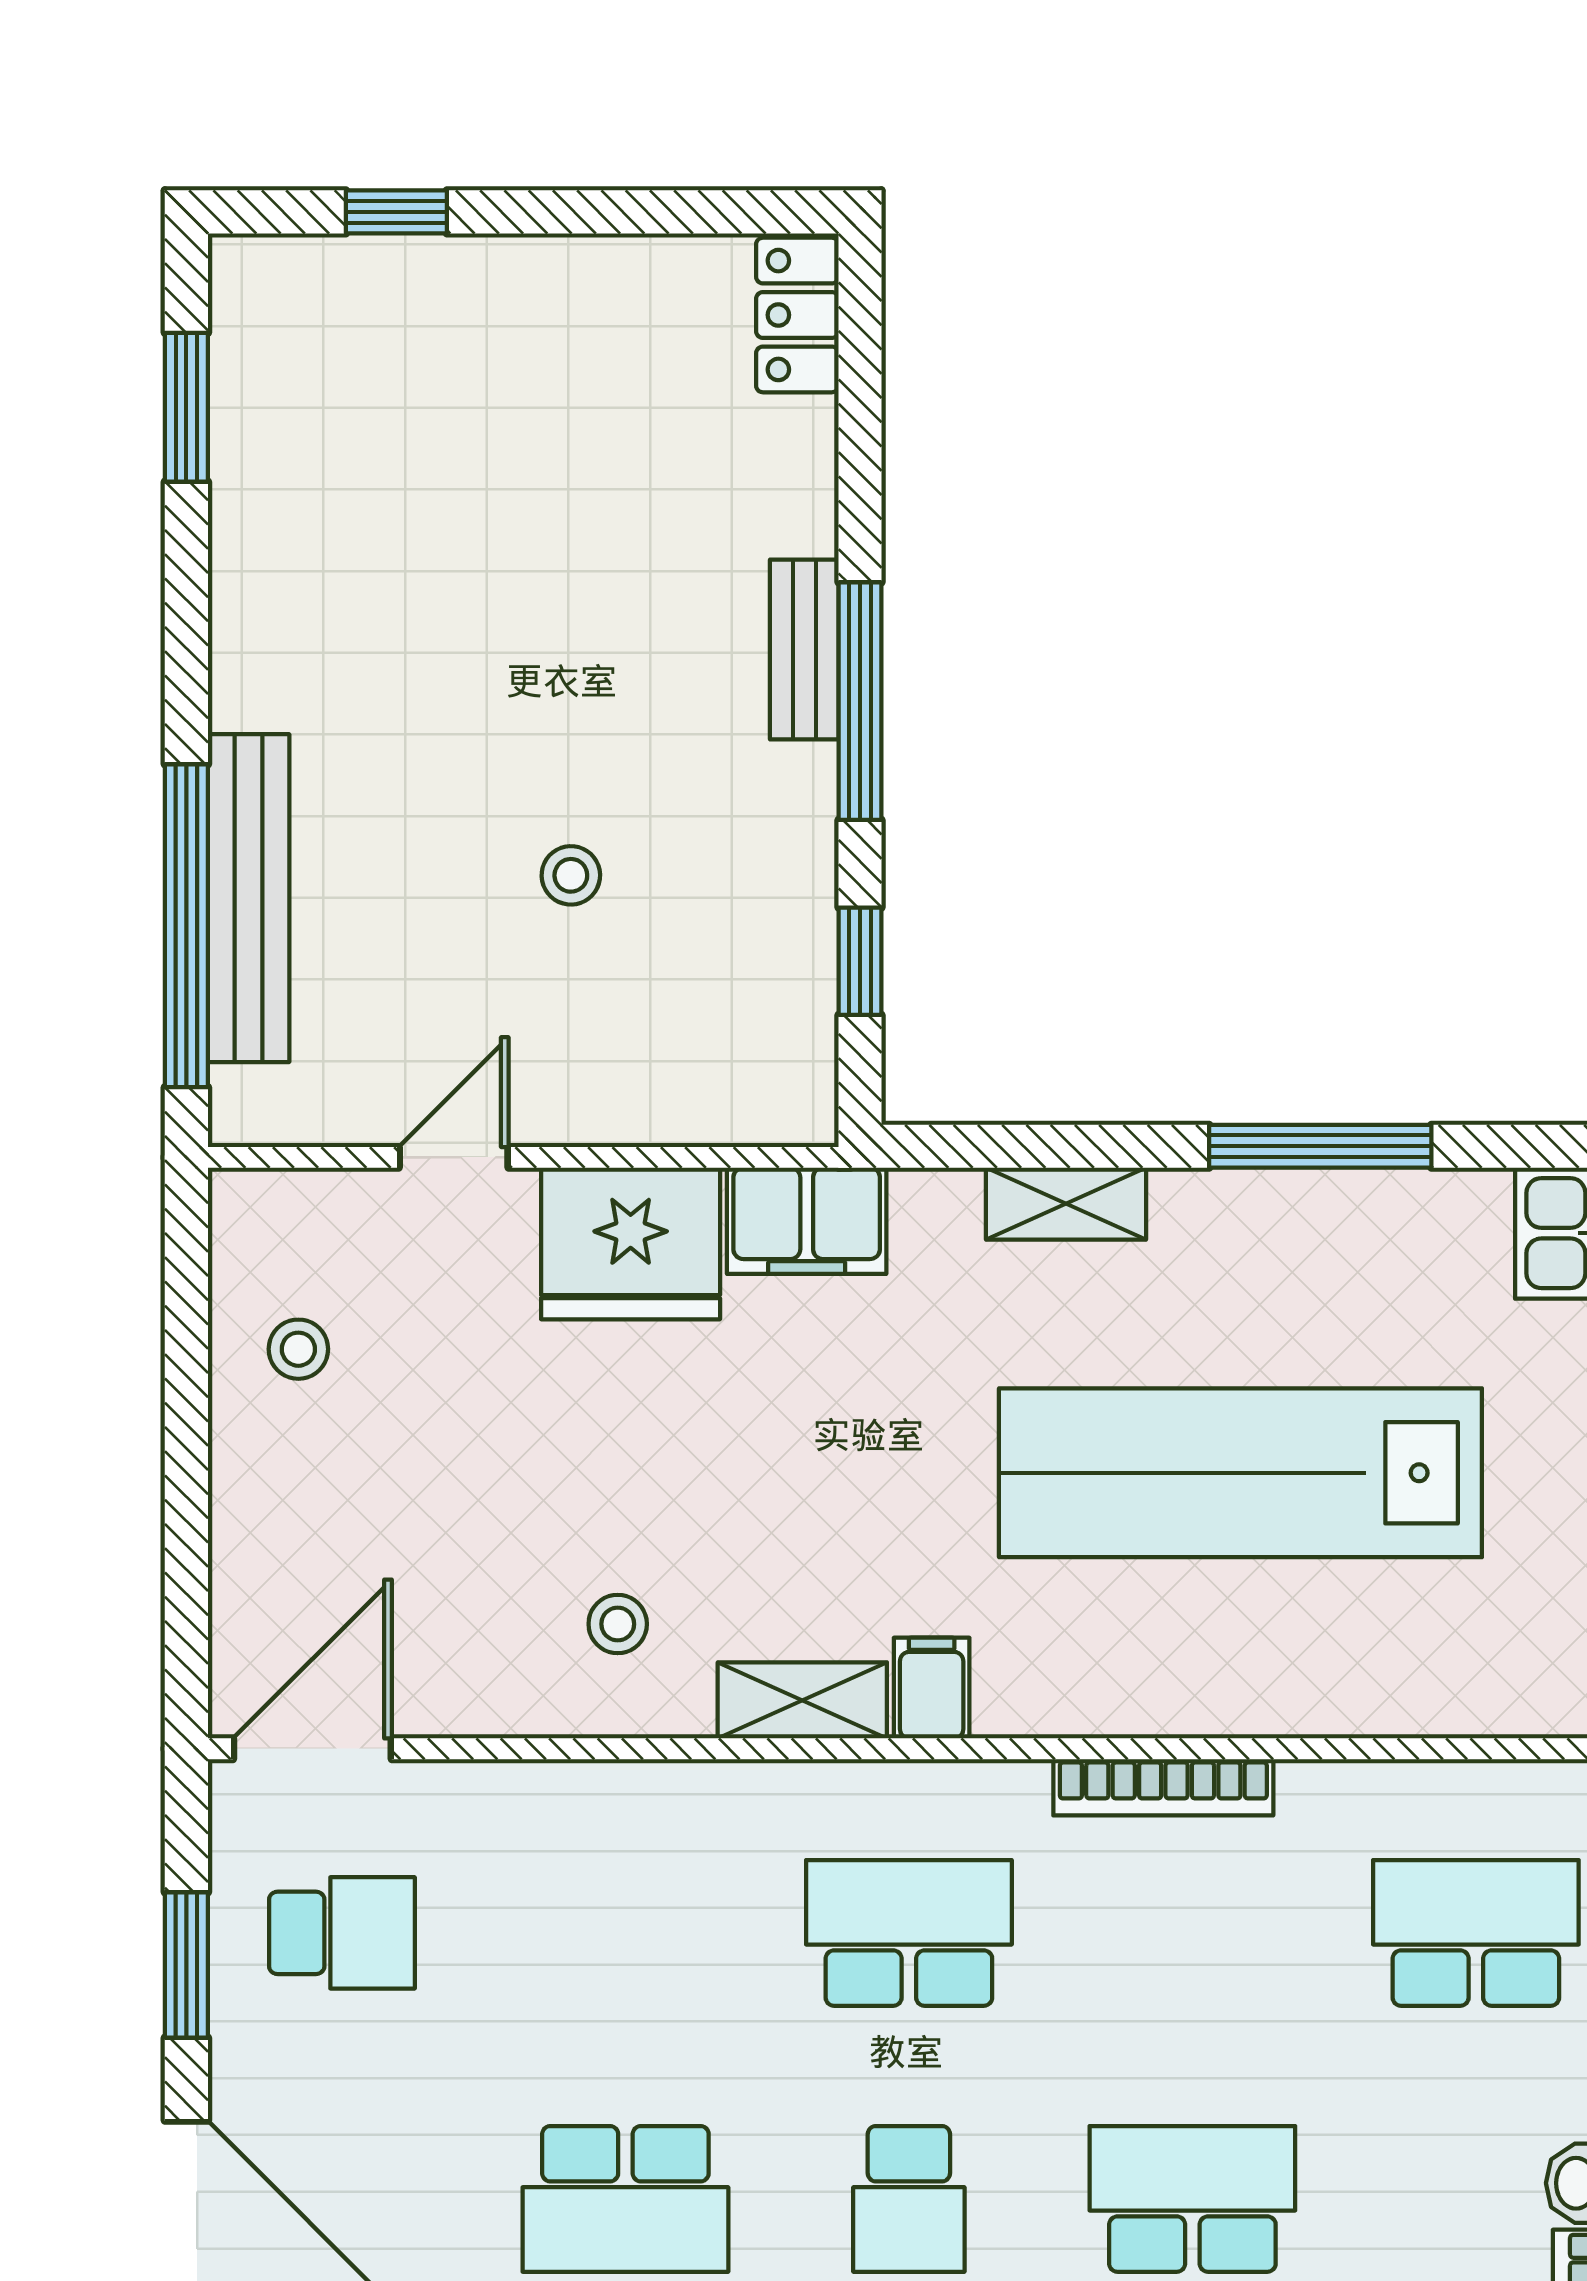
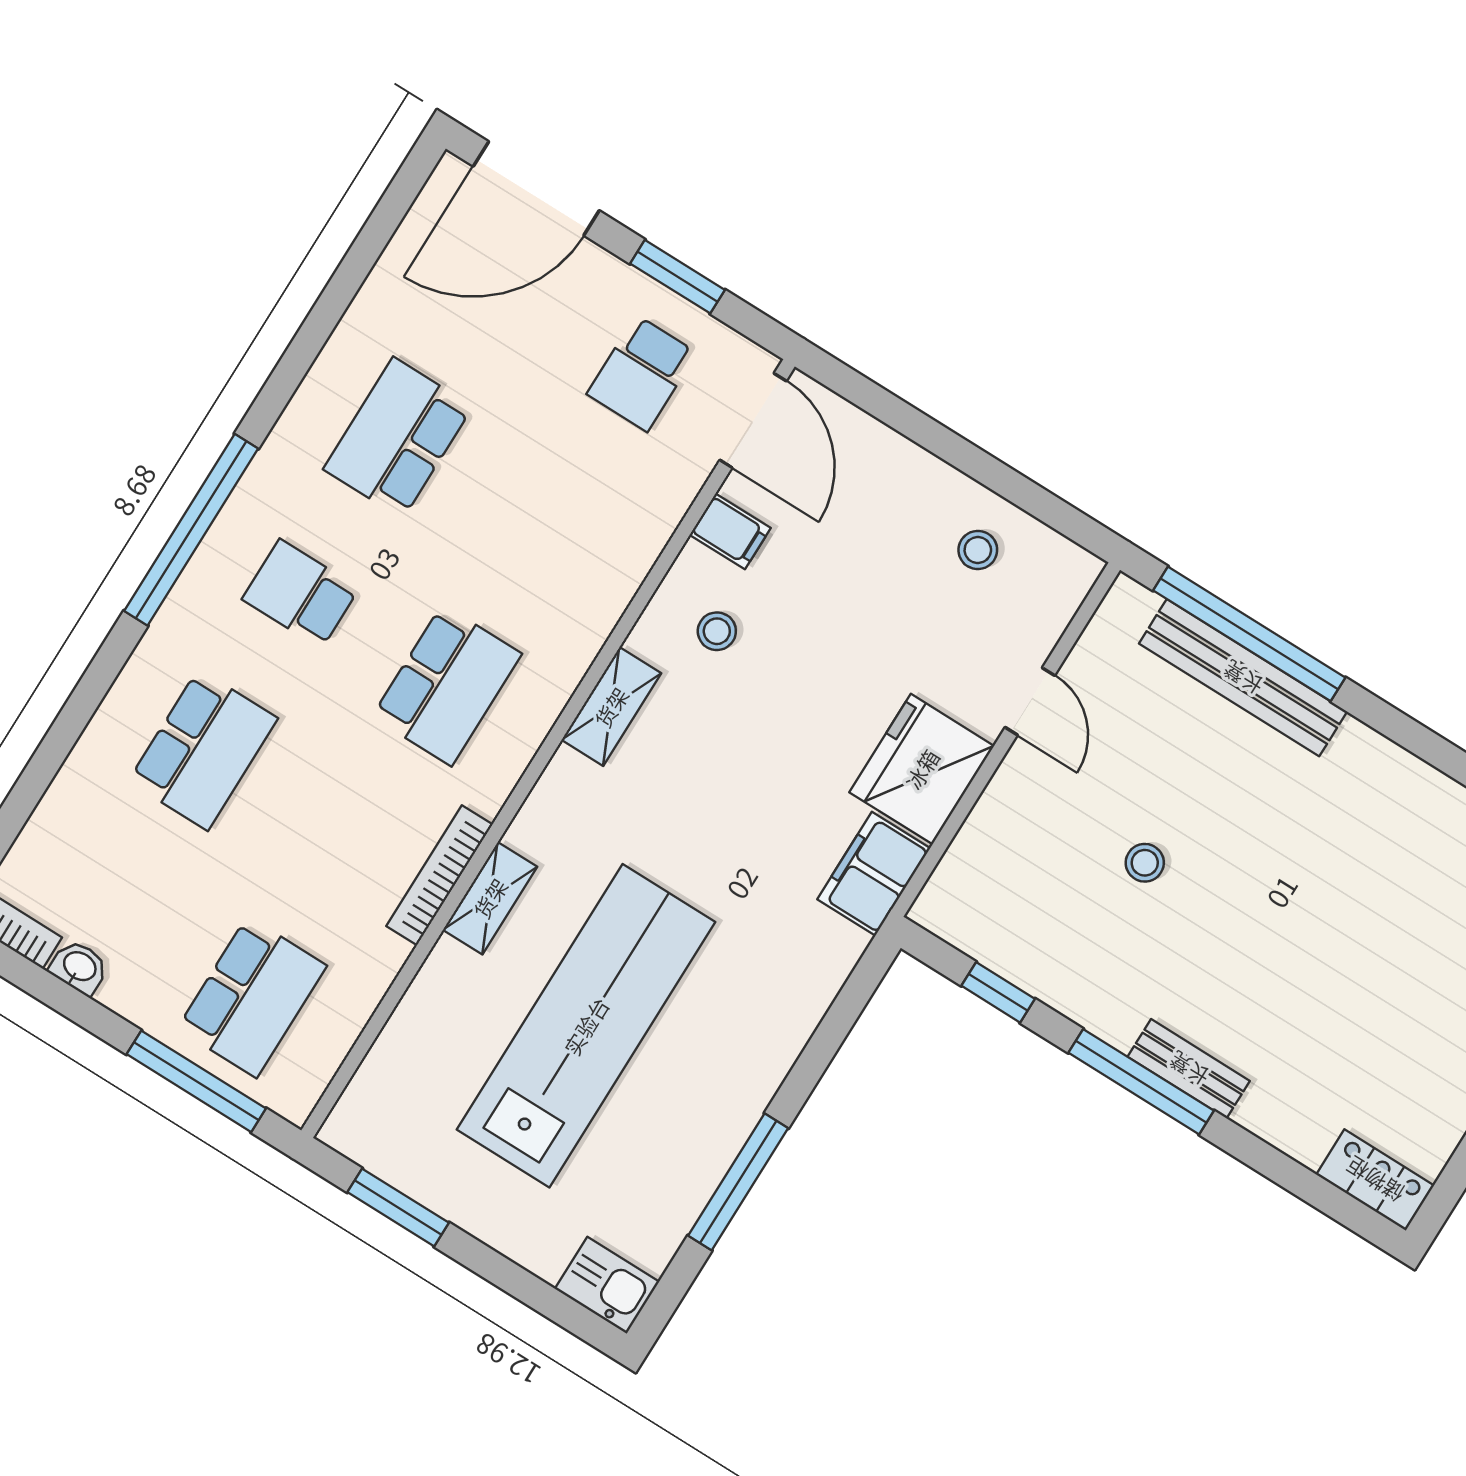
shelving: (1066, 1204) -> (490, 898), moved
filing cabinet: (932, 1688) -> (730, 531), moved

